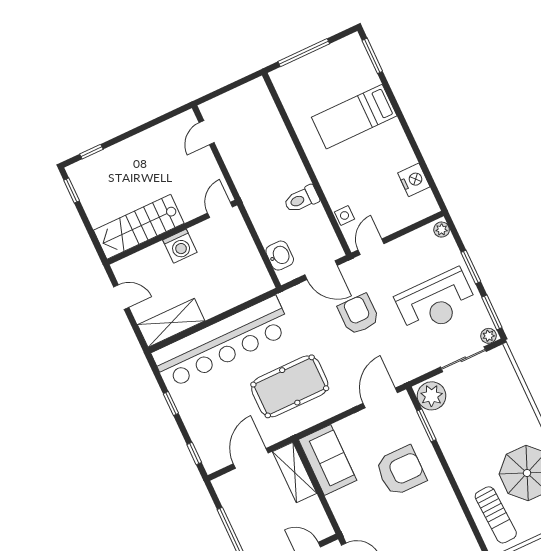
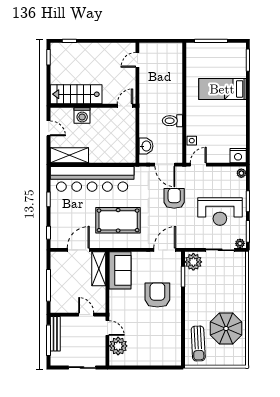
nightstand: (414, 180) -> (238, 156), moved, turned 90
washing machine: (180, 246) -> (82, 115), moved
armchair: (401, 471) -> (157, 295), turned -90

